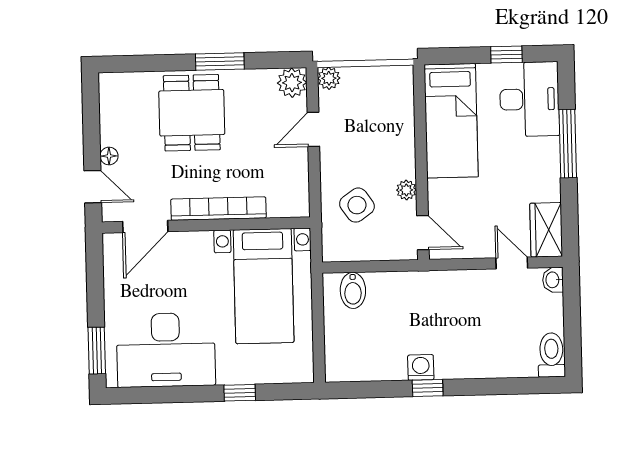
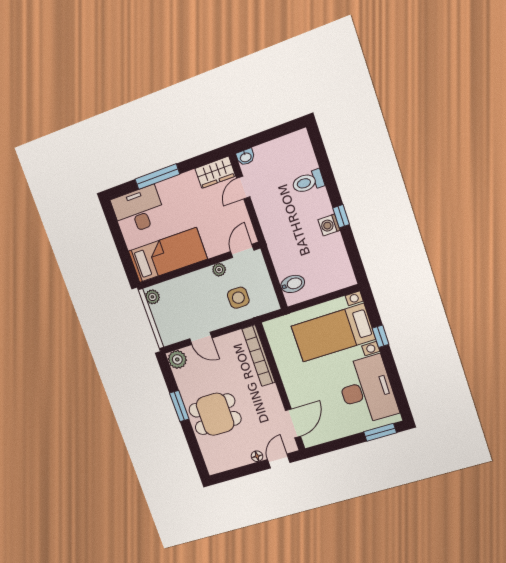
window: (506, 55) -> (117, 233), removed
plant: (329, 78) -> (152, 297), moved
side table: (357, 205) -> (238, 298), turned 35
bookcase: (218, 209) -> (259, 356), moved
door: (145, 226) -> (293, 423), hinge flipped
bed with nightstands: (264, 286) -> (333, 333), moved, turned 180
toilet: (551, 355) -> (308, 182), moved

